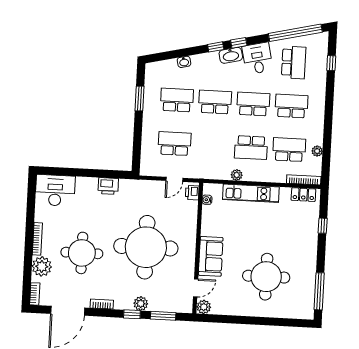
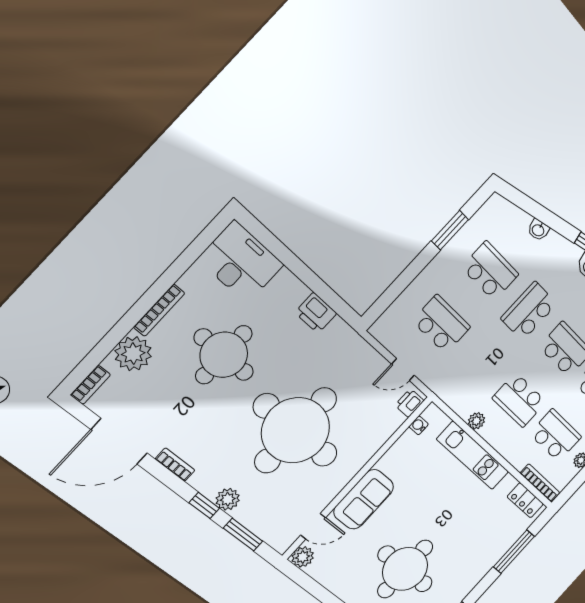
school desk: (215, 102) -> (529, 311), turned -90
window: (323, 226) -> (514, 552), width x2.17
round table: (82, 253) -> (224, 355), moved

